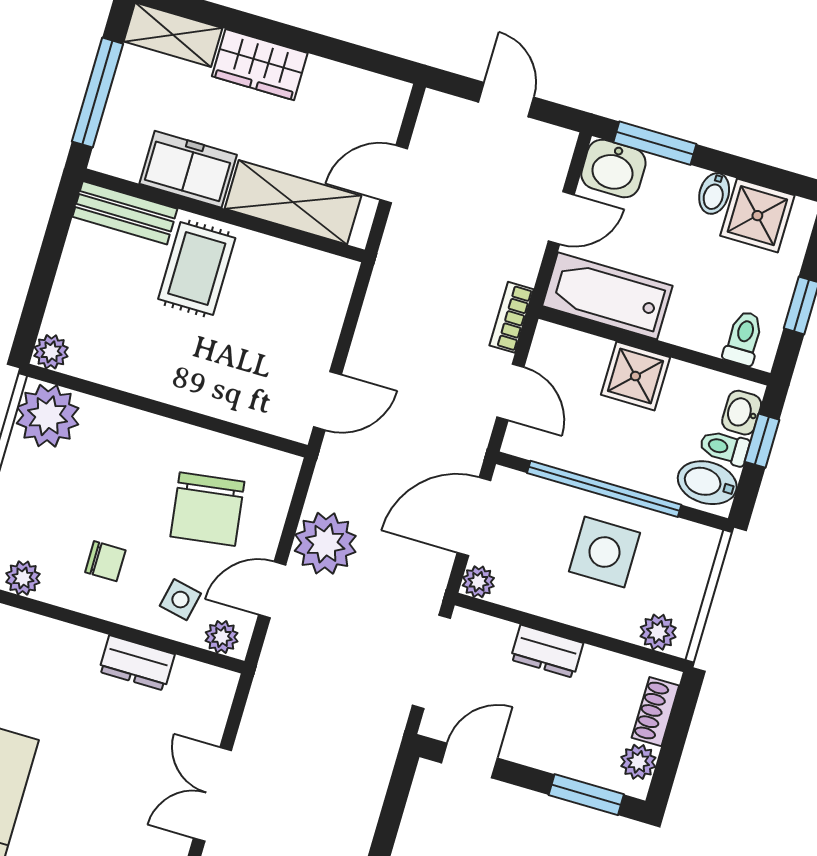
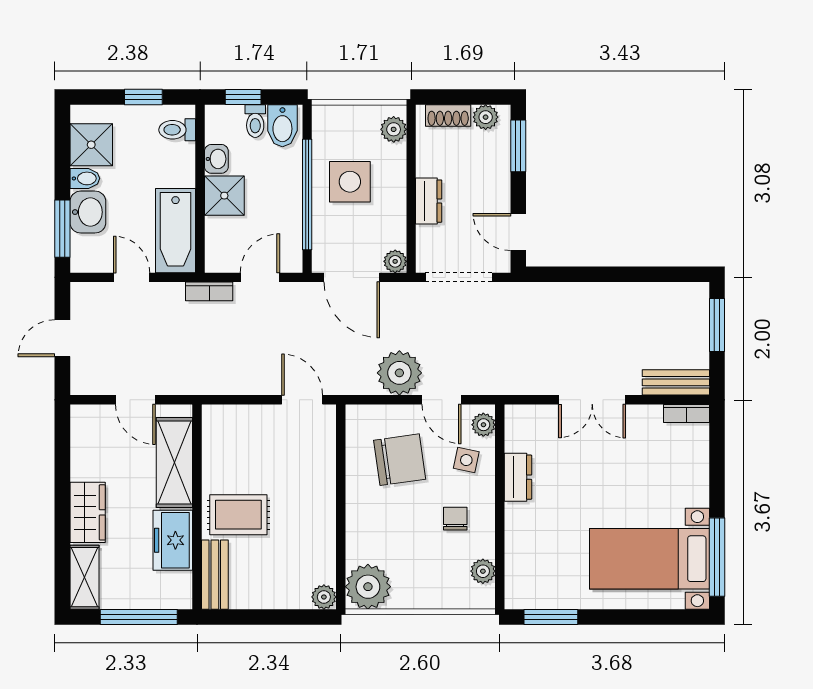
washbasin: (613, 169) -> (88, 212), moved
washbasin: (742, 413) -> (216, 159), moved, turned -90

